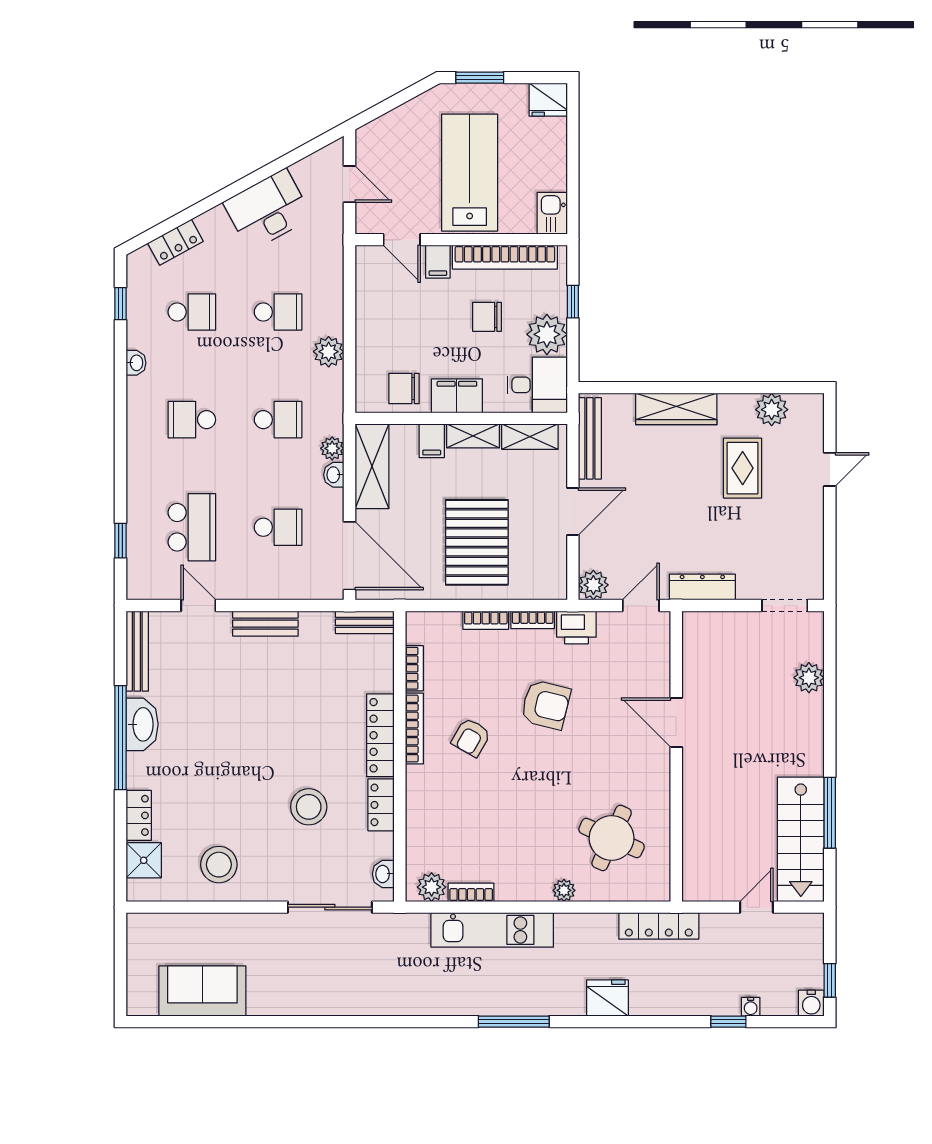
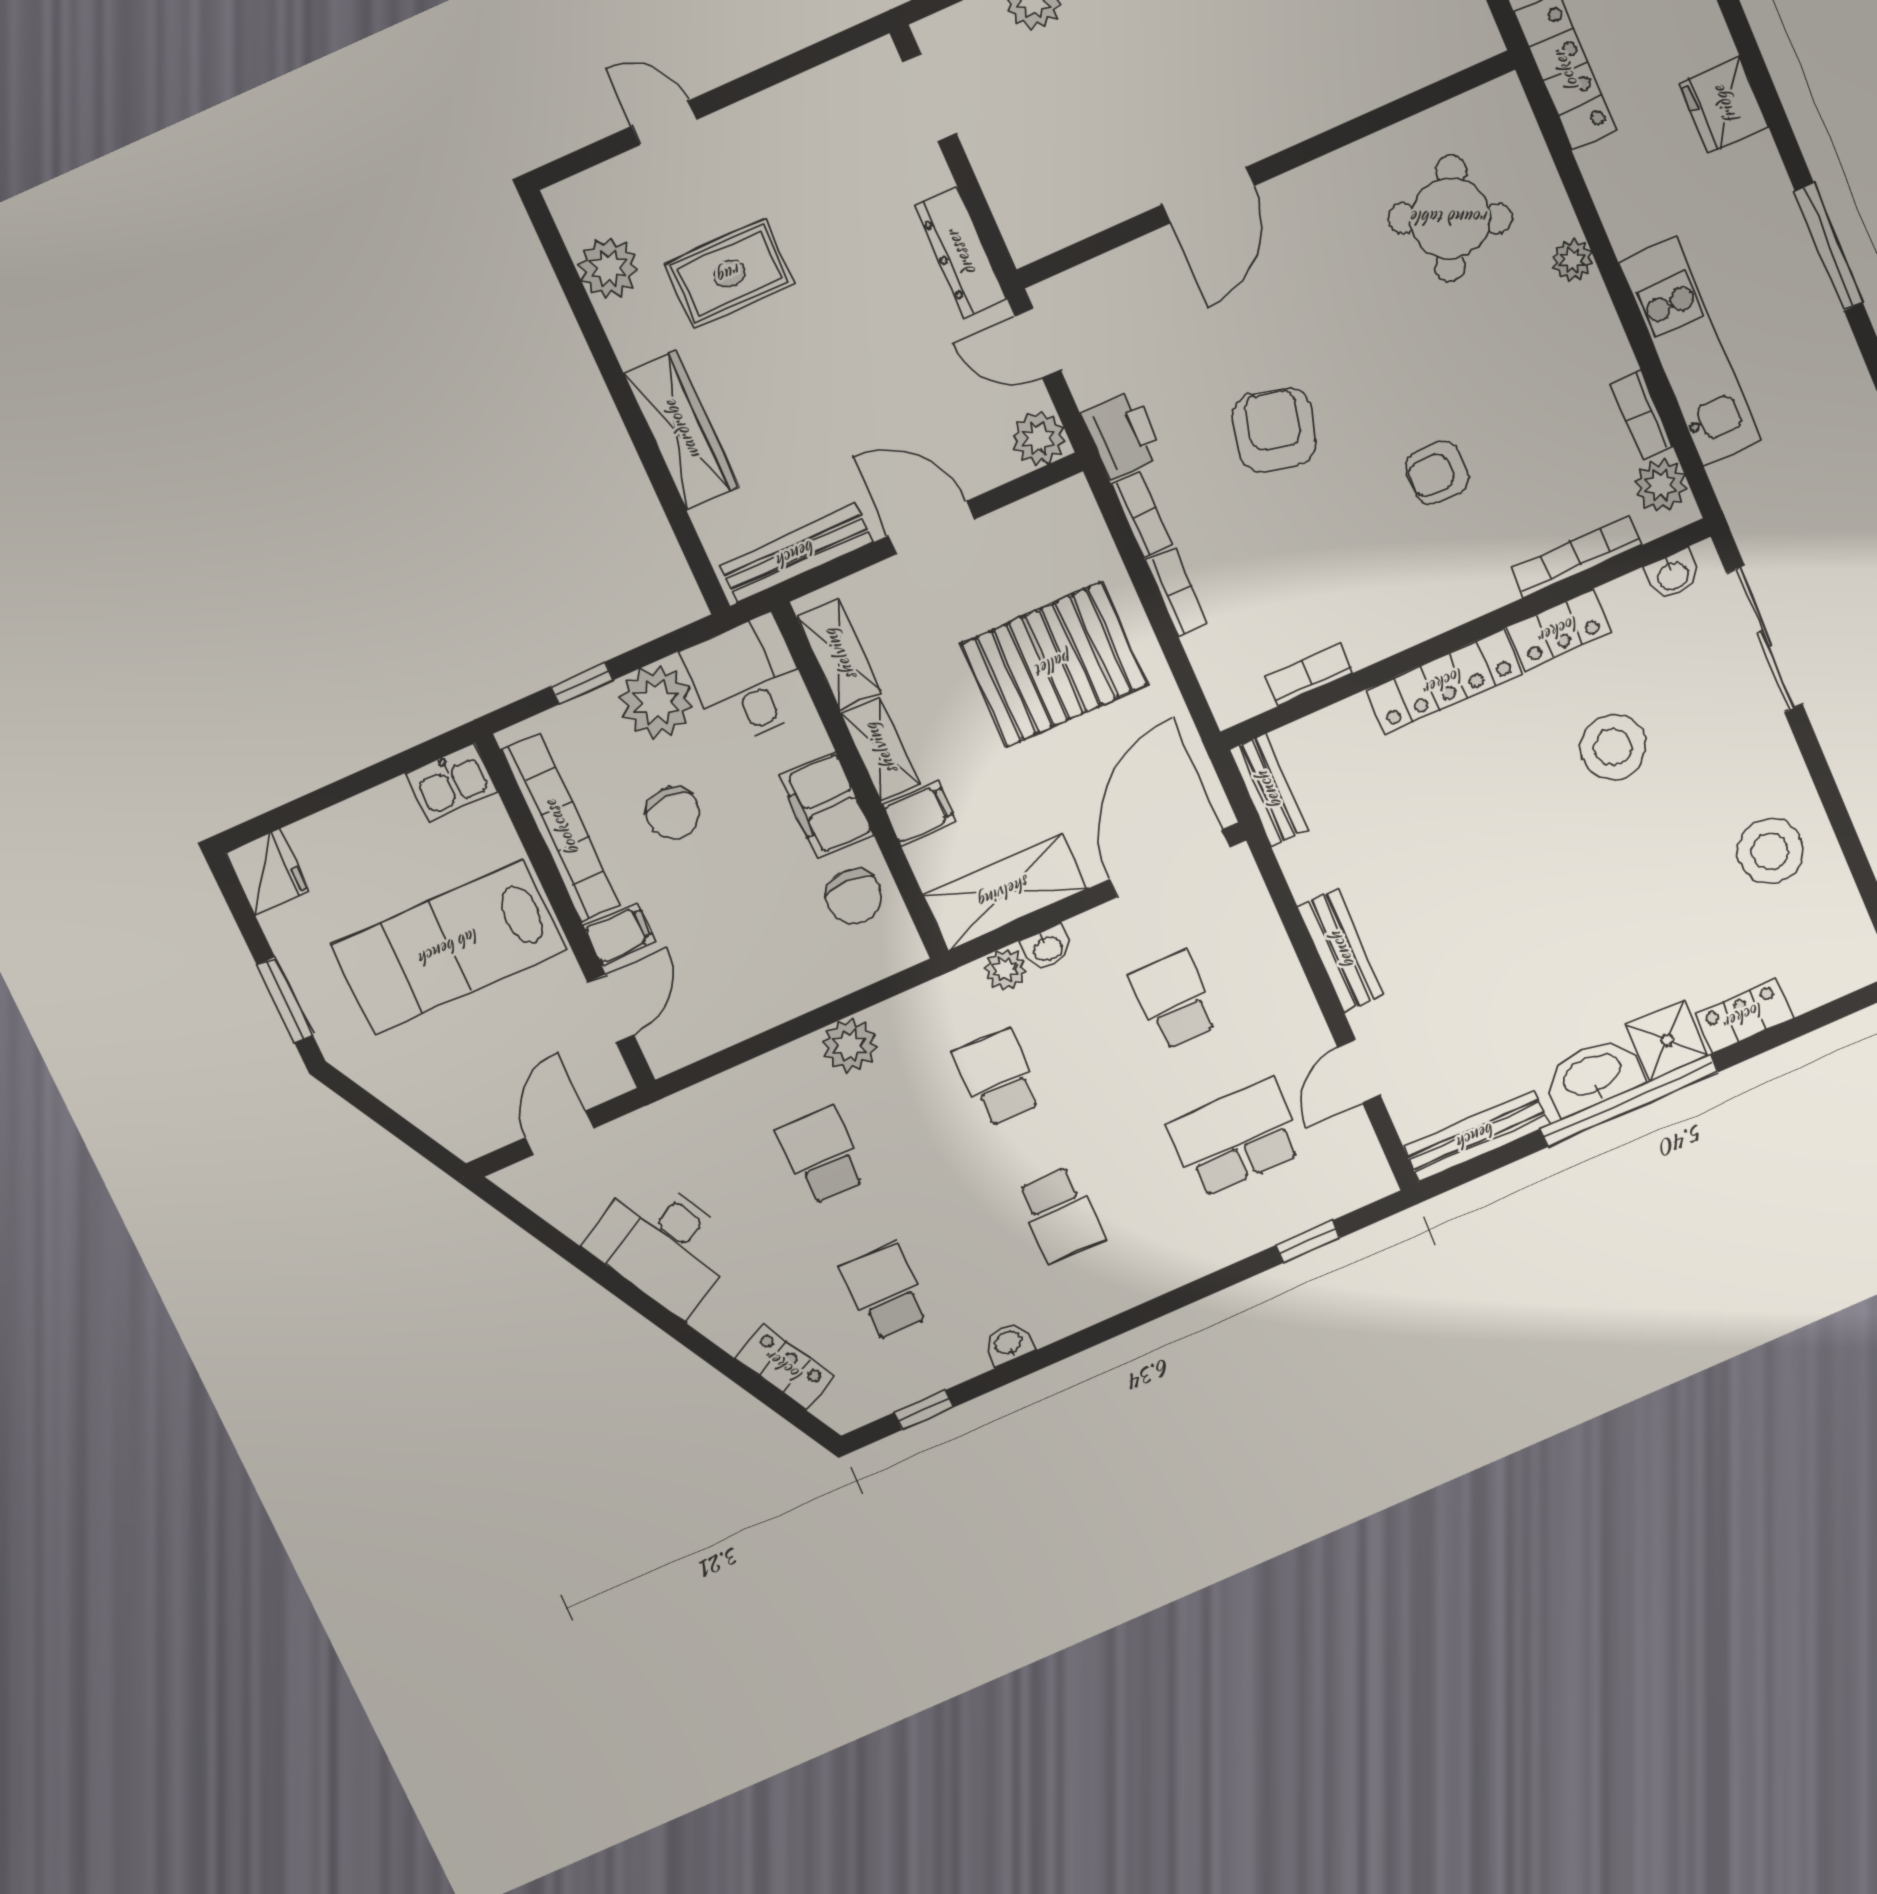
bookcase: (414, 729) -> (1577, 556), moved
armchair: (471, 737) -> (1437, 473), moved, turned 150
shower: (144, 860) -> (1667, 1040), moved

